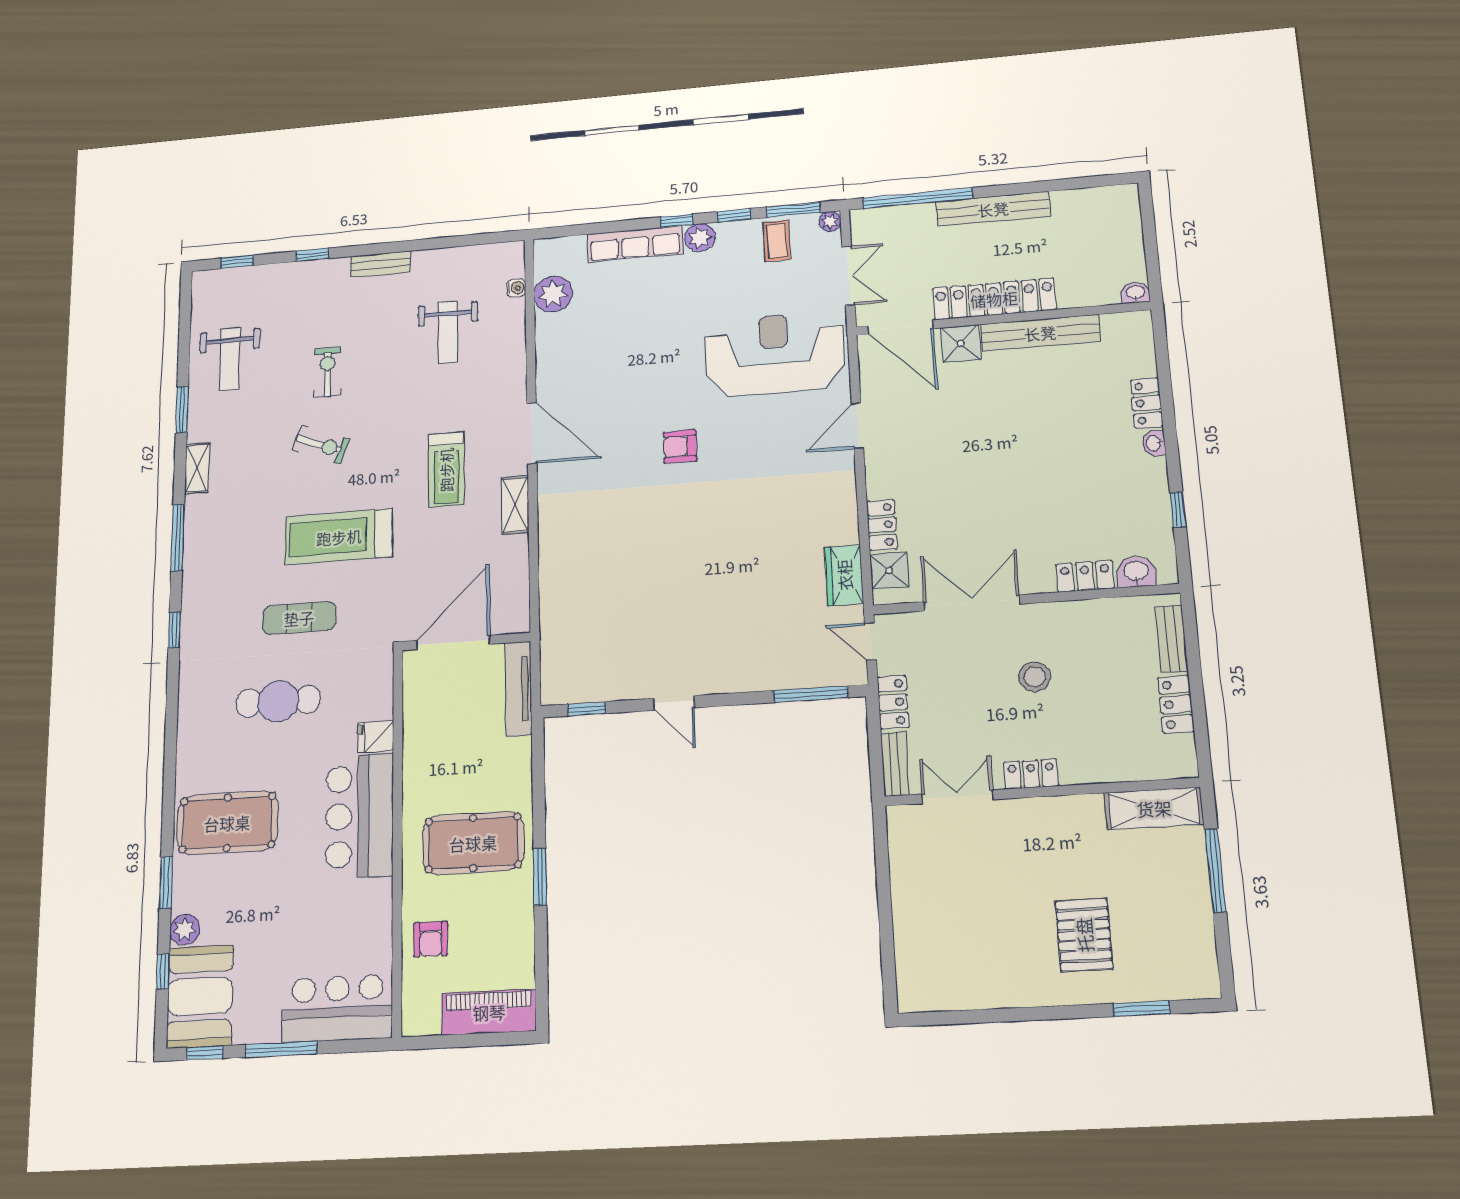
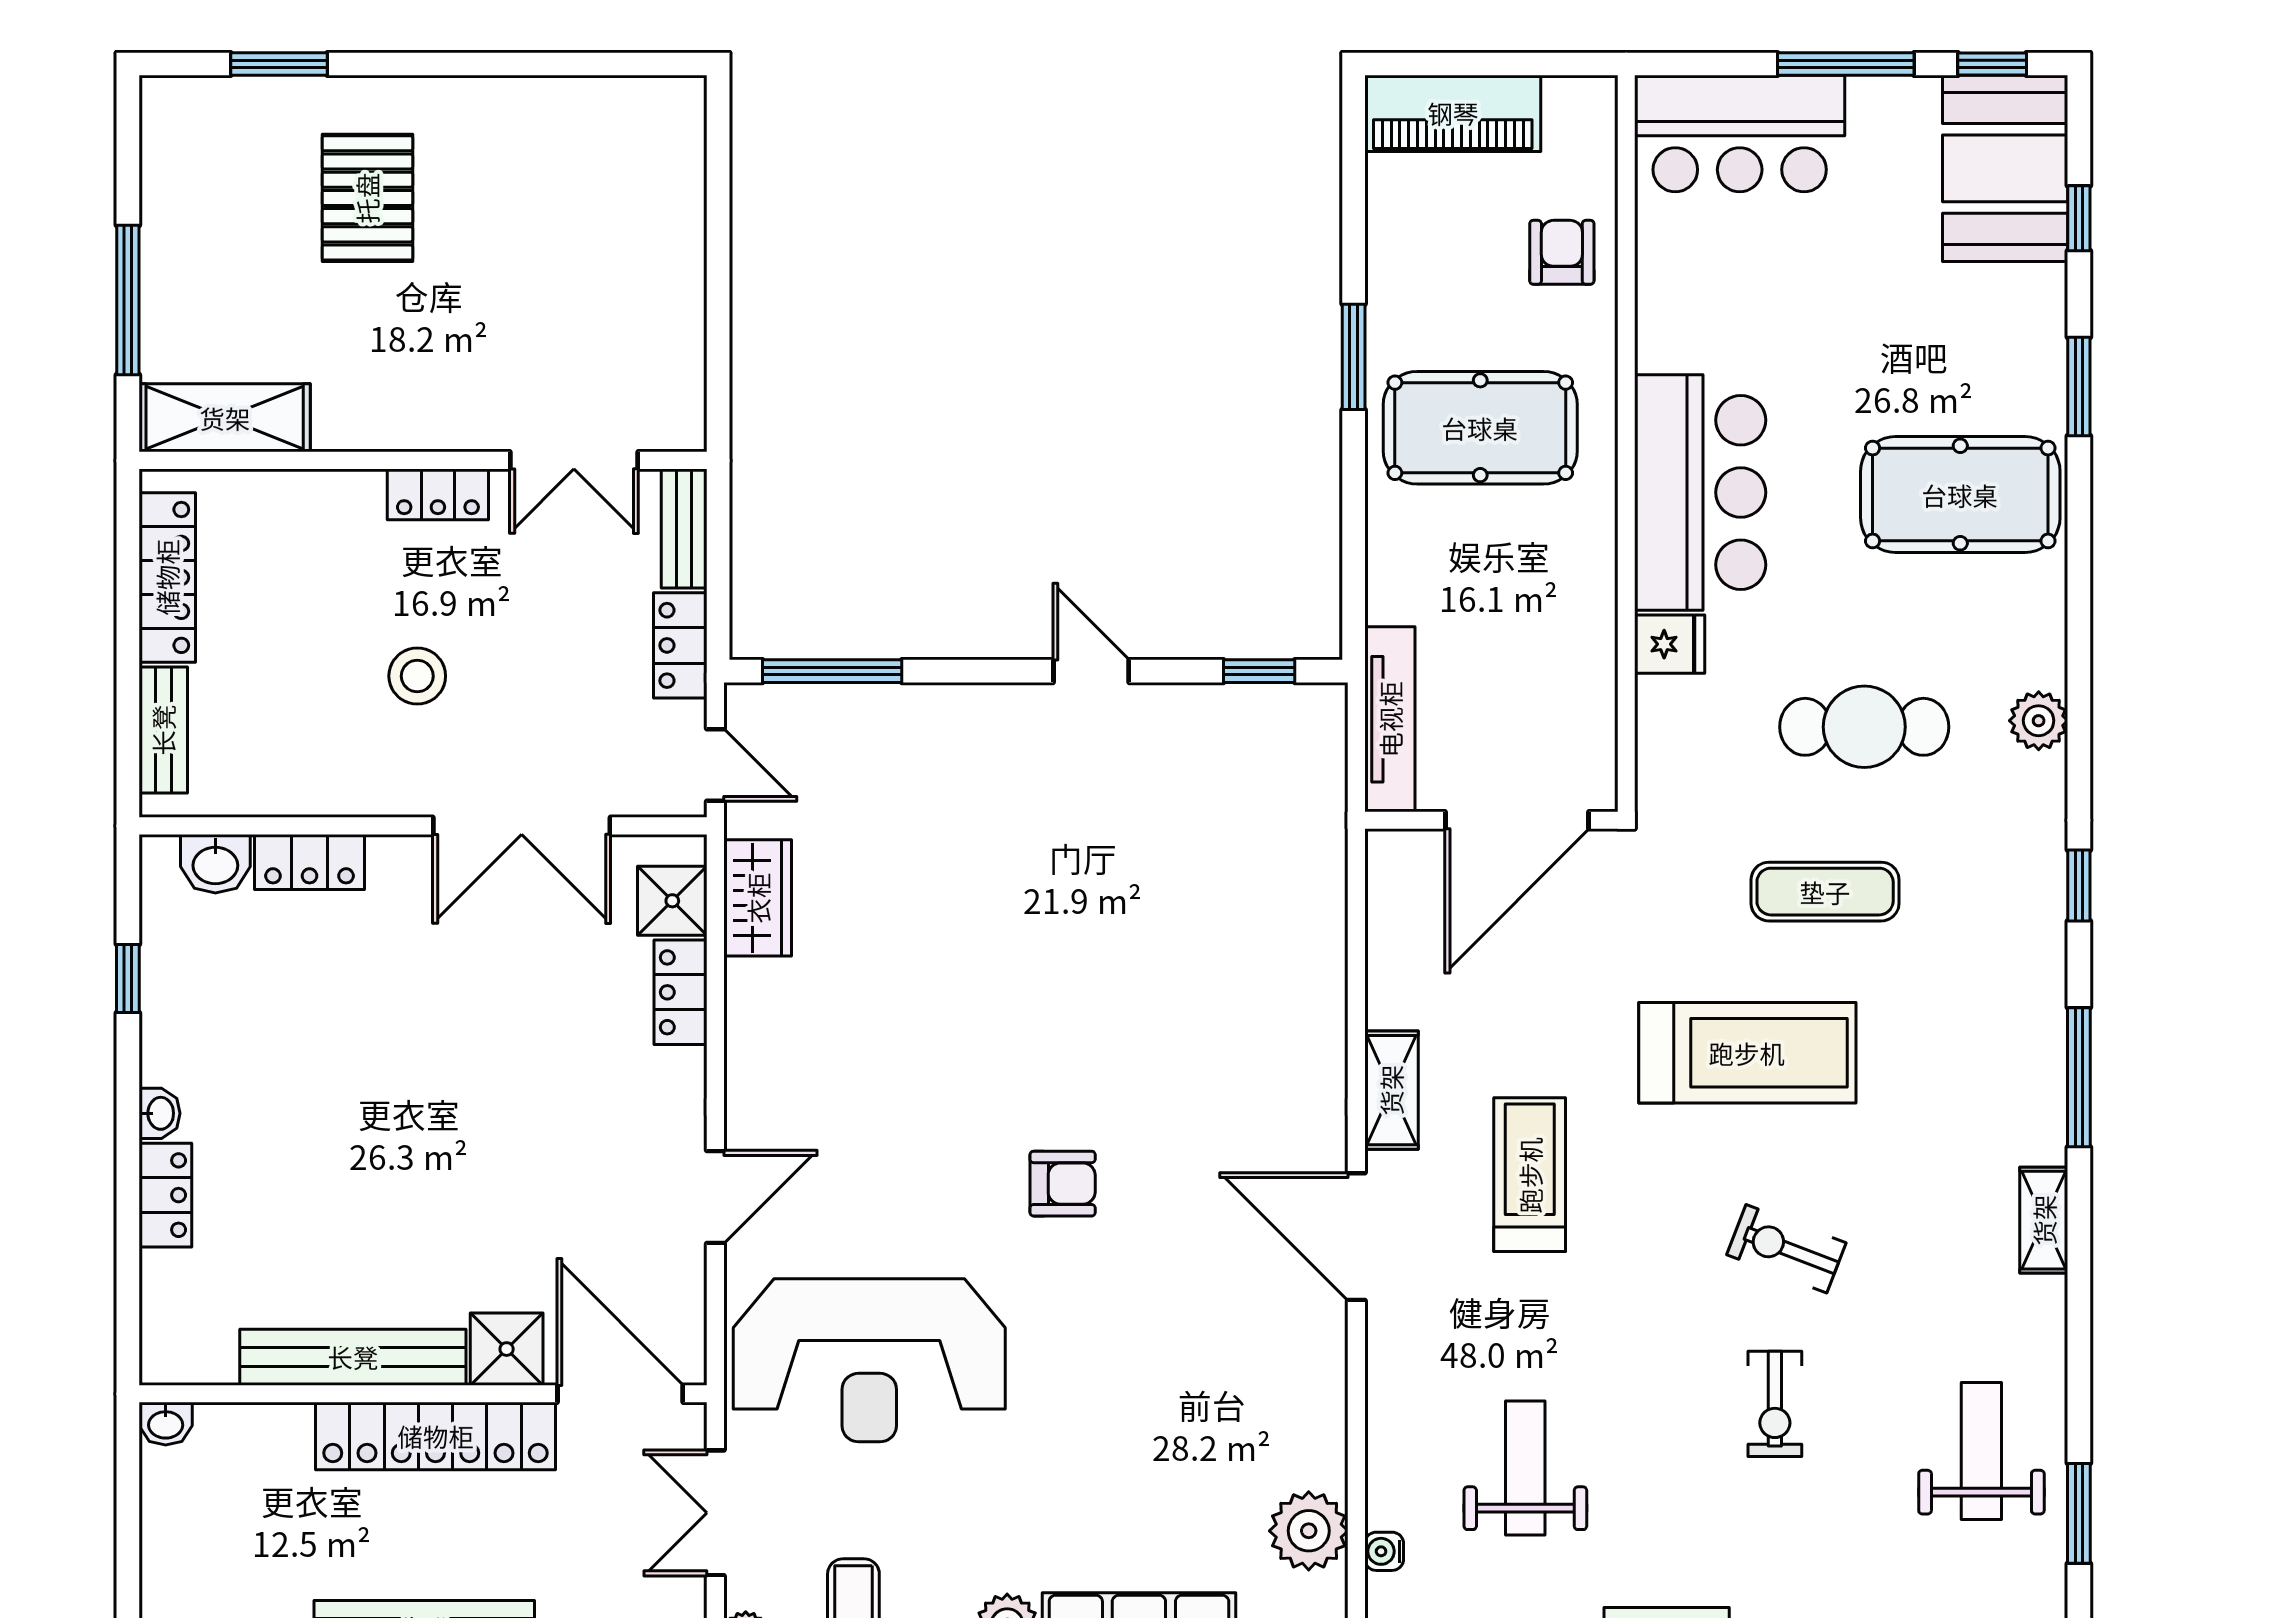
window: (182, 409) -> (2079, 1513), moved
locker: (1176, 704) -> (167, 577), width x1.53
plant: (185, 929) -> (2039, 721), moved

